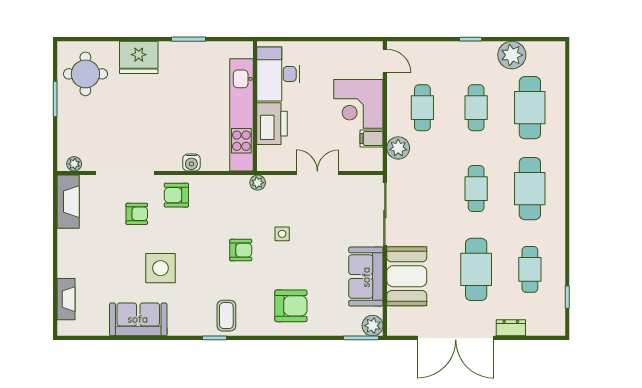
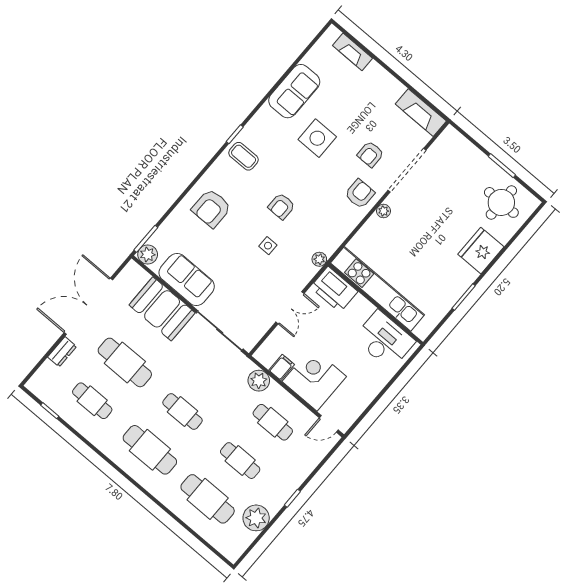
printer: (272, 124) -> (334, 289), moved
water cooler: (191, 162) -> (374, 224), removed
plant: (74, 164) -> (384, 211), moved

